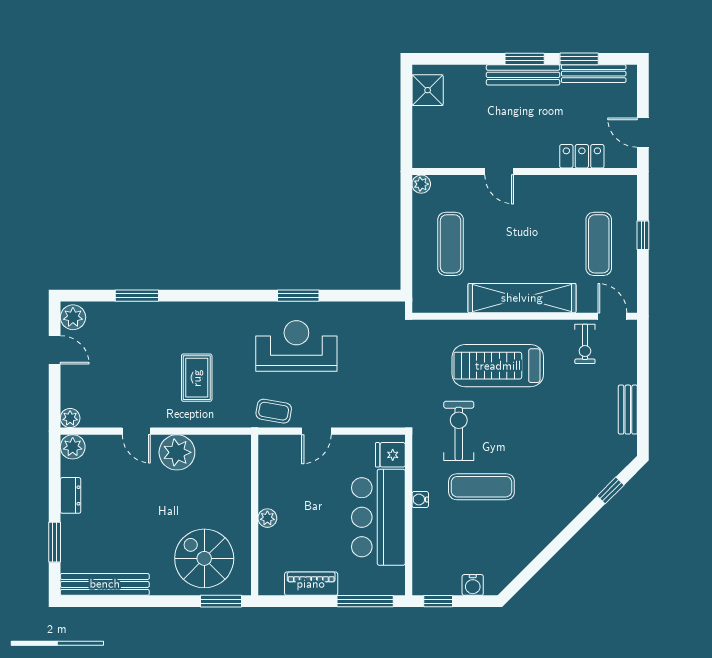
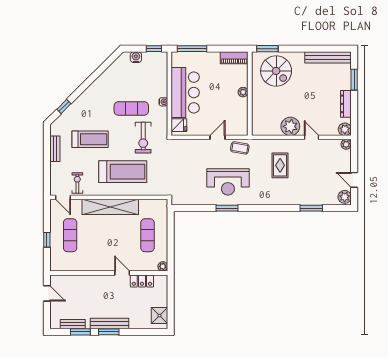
bench: (594, 74) -> (73, 324), width x0.73
locker: (582, 156) -> (142, 281), moved
treadmill: (560, 428) -> (90, 139), added
dresser: (71, 495) -> (346, 104), width x1.44
piano: (311, 584) -> (234, 58), moved

